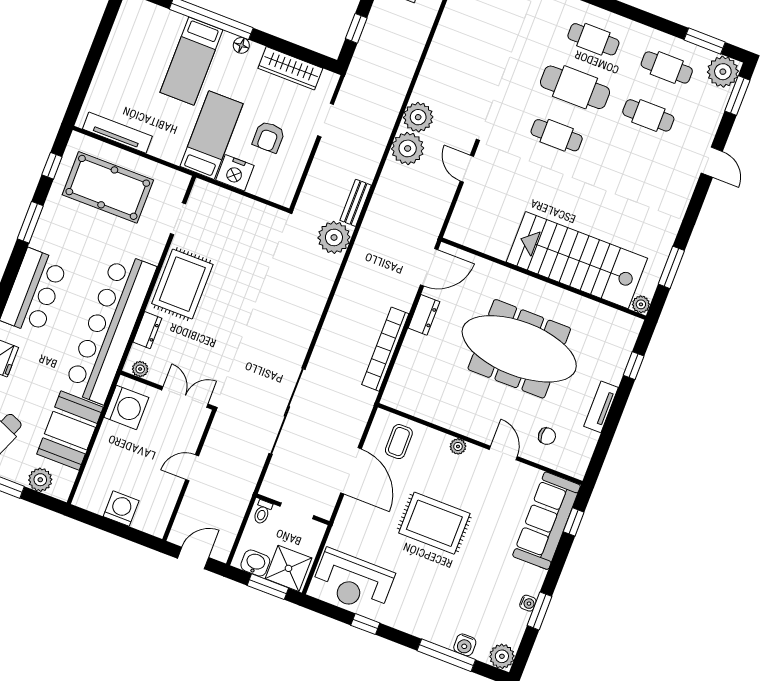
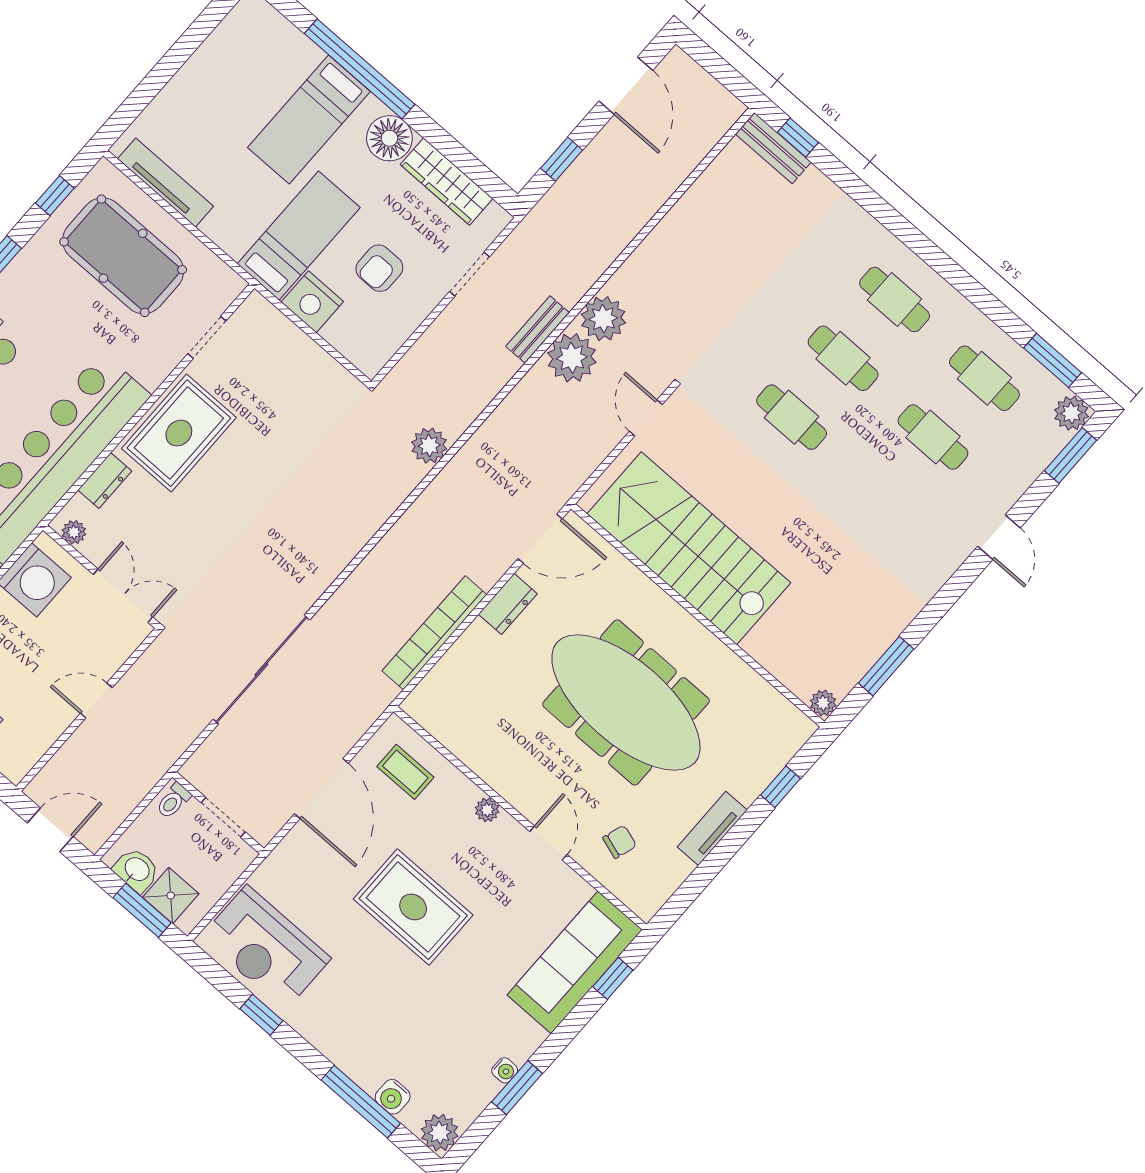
floor lamp: (241, 45) -> (389, 138), width x1.89, depth x1.89
plant: (723, 72) -> (1071, 413), width x0.73, depth x0.73
cafe table: (575, 87) -> (843, 358), width x0.73, depth x0.74
bench: (356, 203) -> (538, 330), moved
plant: (334, 237) -> (429, 446), width x0.73, depth x0.73
stairs: (577, 260) -> (689, 548), moved
chair: (547, 436) -> (620, 842), turned -72
coffee table: (399, 442) -> (405, 772), turned 90
shower: (289, 568) -> (171, 896), width x0.73, depth x0.73

